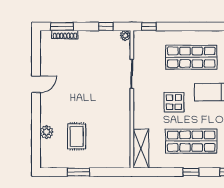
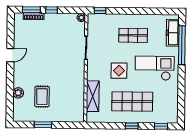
window: (106, 26) -> (52, 10), moved
shop shelf: (191, 57) -> (133, 35), width x0.70, depth x0.74
shelving: (141, 149) -> (93, 96), moved

